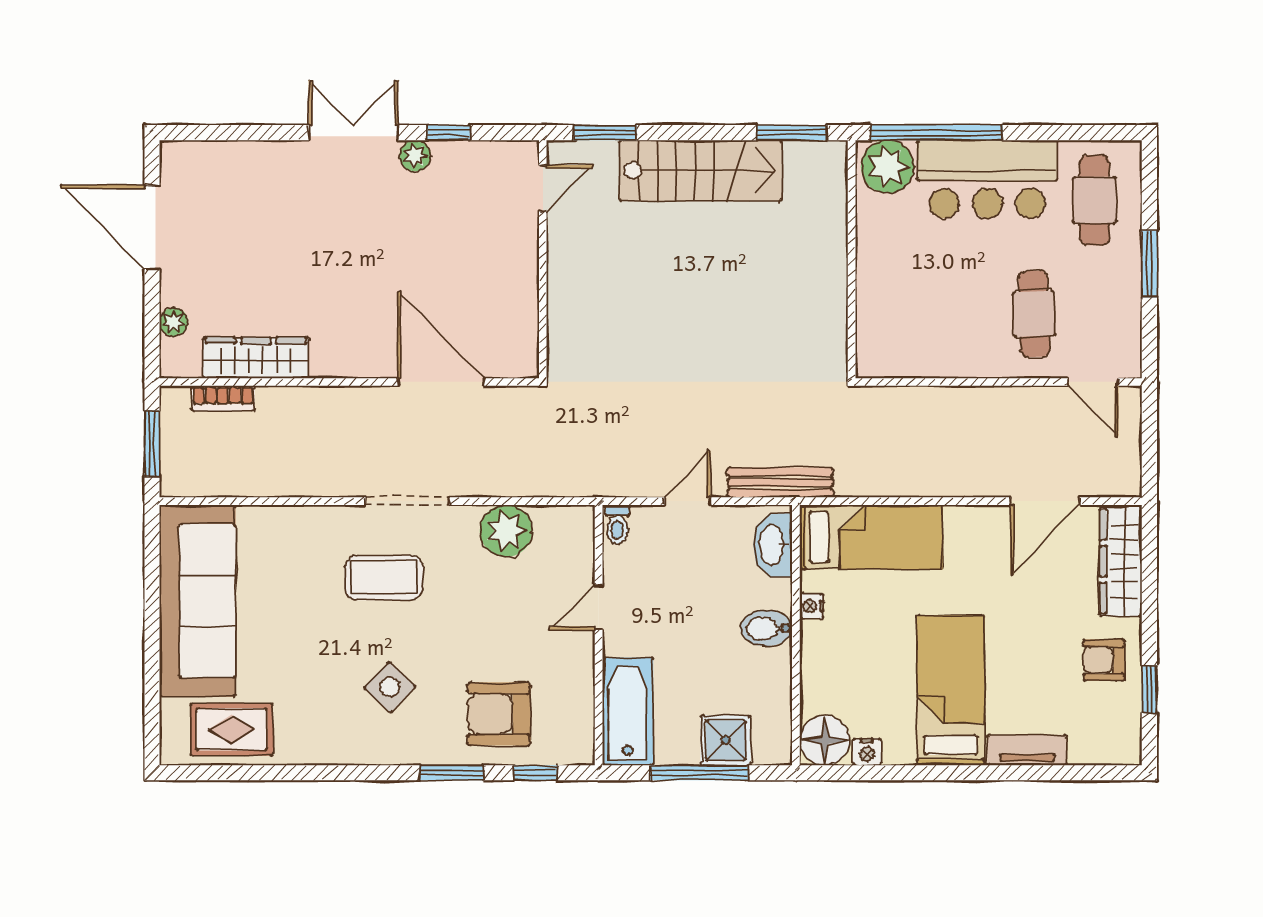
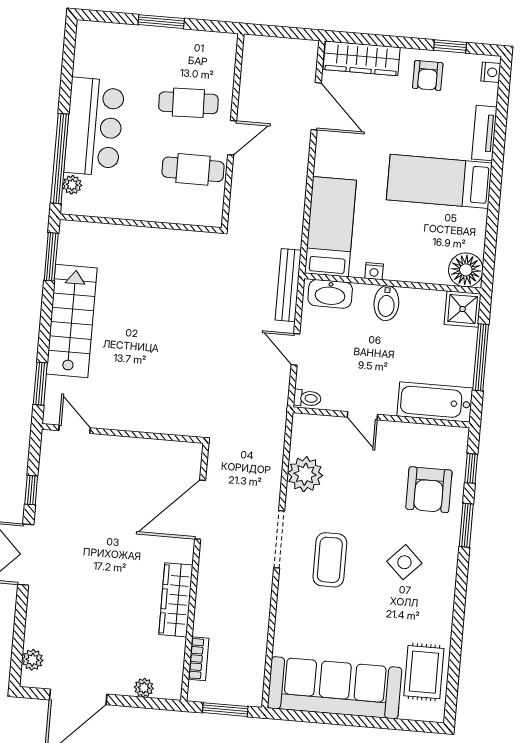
plant: (415, 156) -> (32, 660), moved
plant: (887, 167) -> (72, 185), width x0.53, depth x0.53
cafe table: (1094, 200) -> (193, 169), moved
wardrobe: (256, 358) -> (176, 600), moved
door: (1093, 382) -> (232, 138), moved
shower: (726, 740) -> (463, 309), moved
nightstand: (867, 752) -> (491, 72), moved

